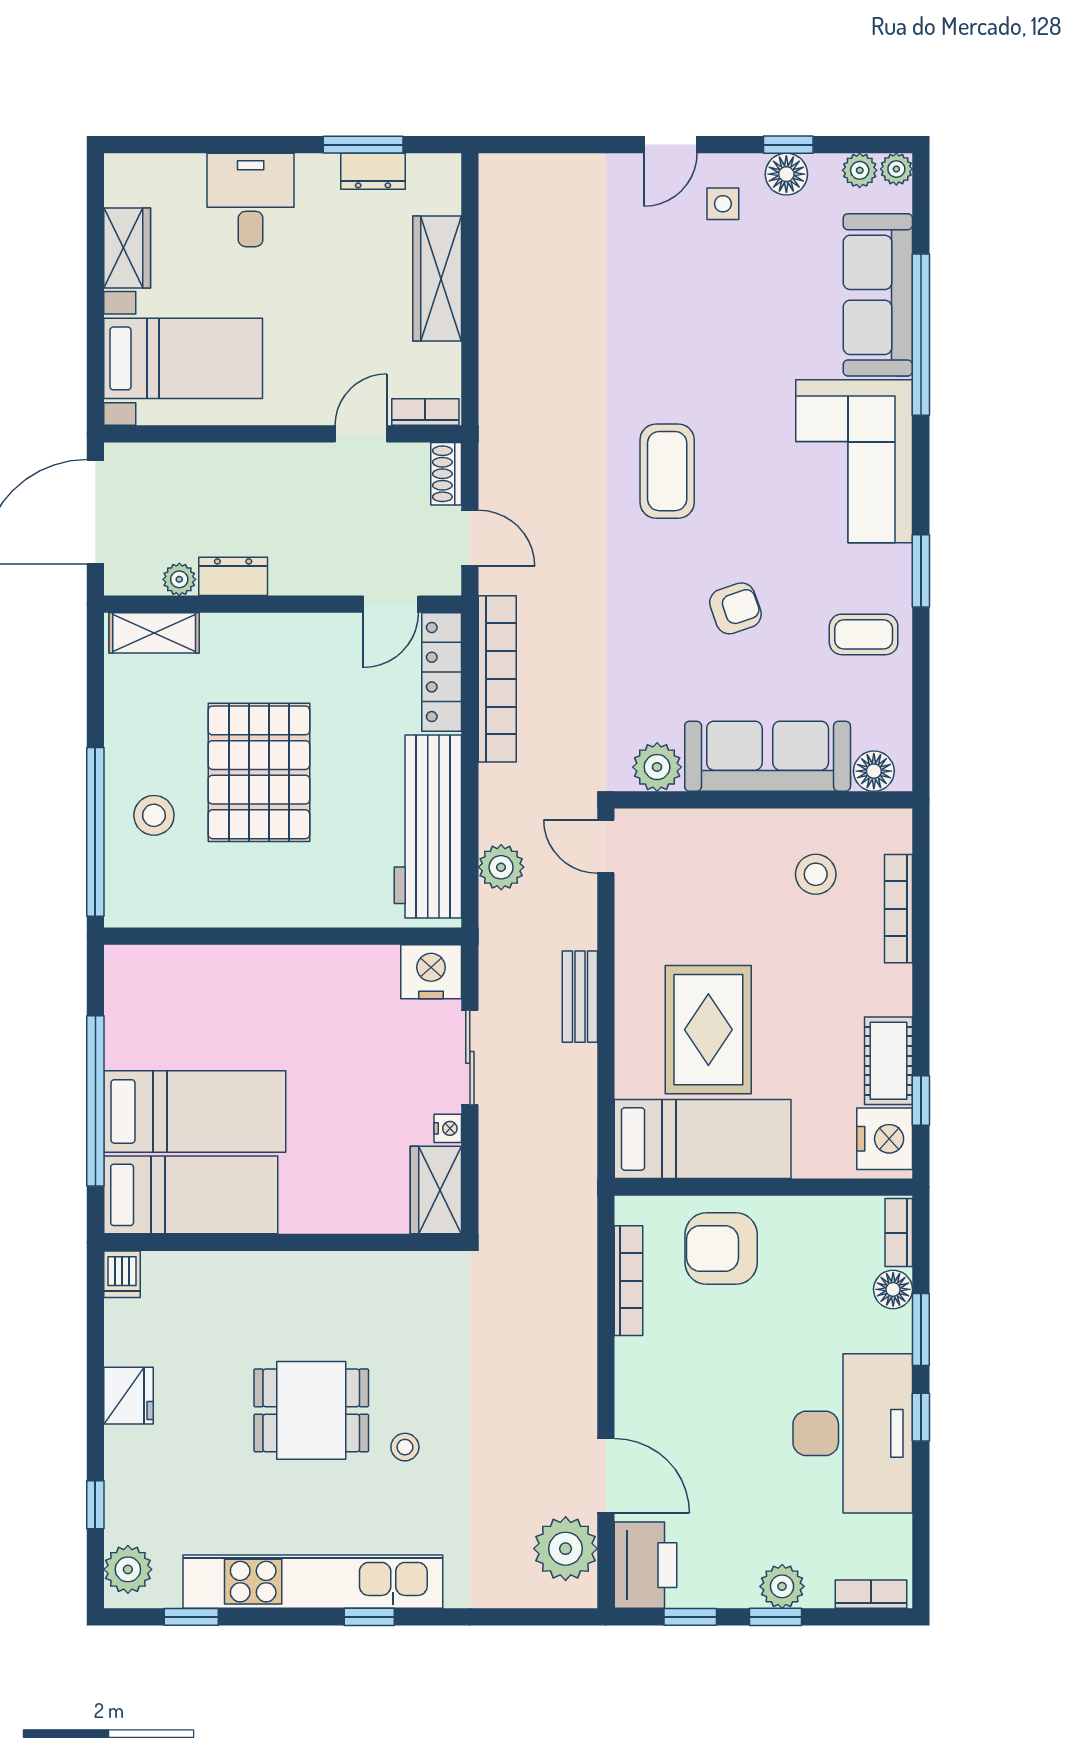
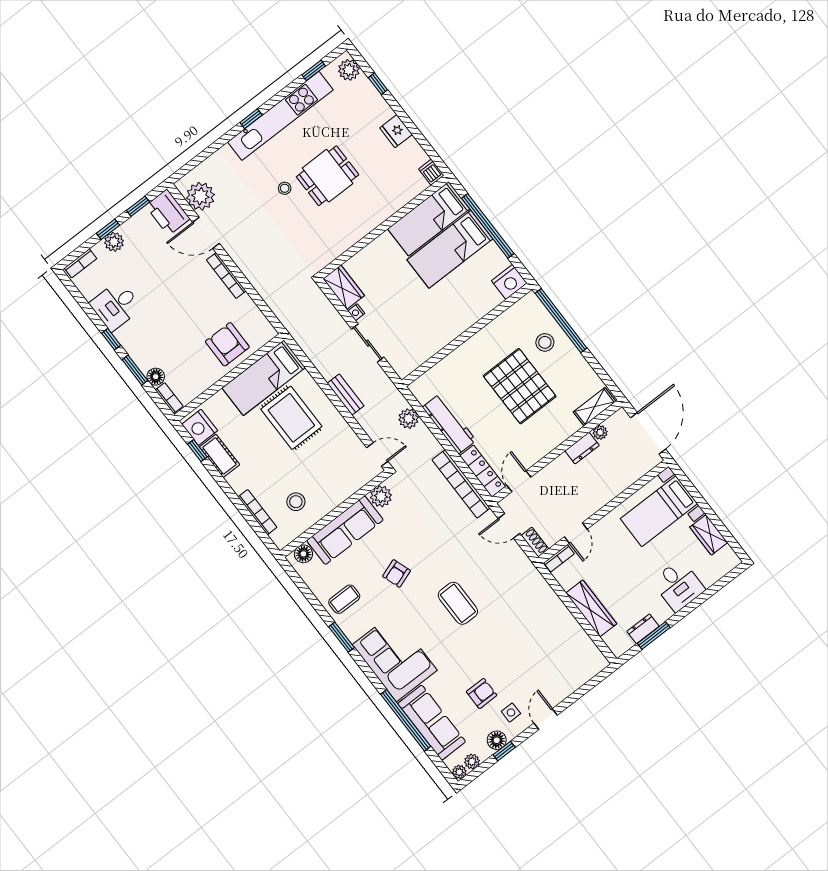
armchair: (749, 278) -> (482, 693), added
workbench: (428, 827) -> (449, 424), width x0.73, depth x0.76
nightstand: (431, 972) -> (509, 282), moved
armchair: (721, 1248) -> (227, 344), turned -90
bookcase: (629, 1281) -> (226, 275), moved
desk: (853, 1433) -> (116, 306), width x0.53, depth x0.77

